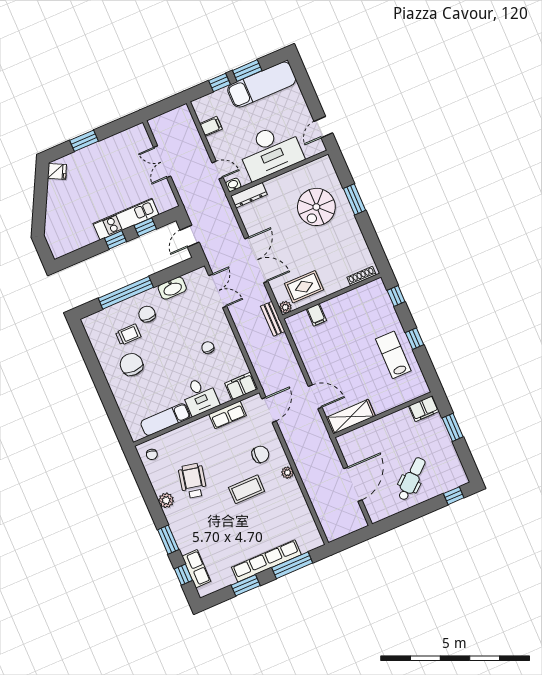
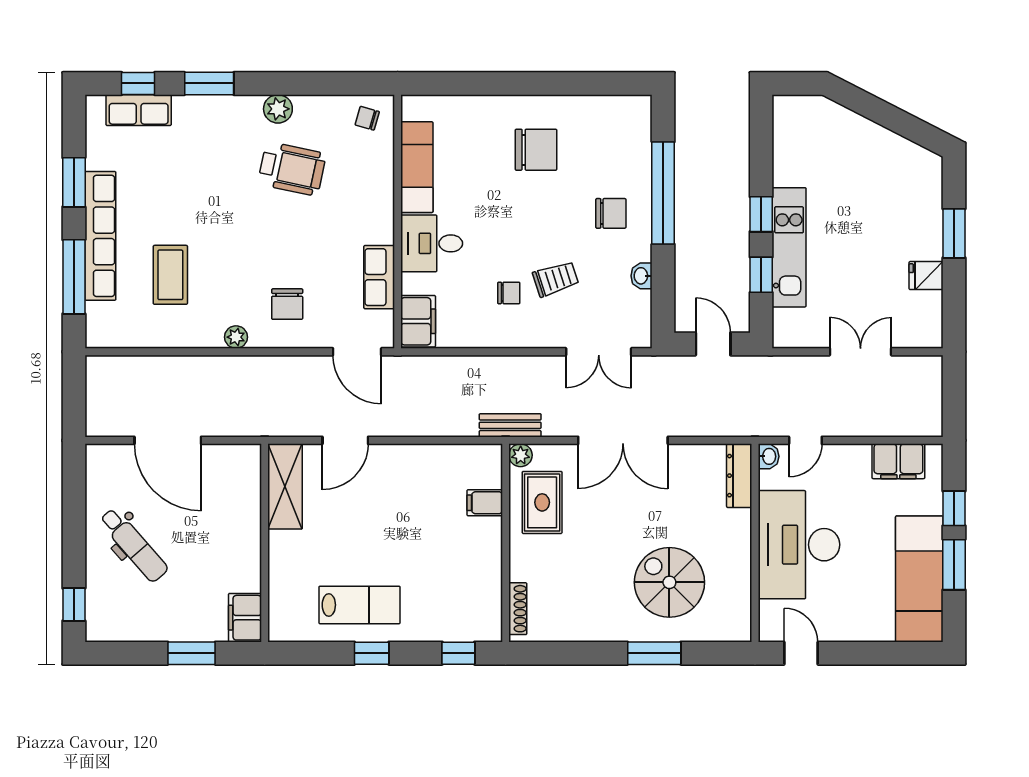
filing cabinet: (211, 126) -> (898, 461), width x2.00
fridge: (57, 171) -> (926, 276), moved, turned 63
washbasin: (172, 288) -> (642, 276), width x0.52, depth x0.69
trolley: (128, 335) -> (556, 279), moved, turned -108
coffee table: (247, 489) -> (170, 275), moved

